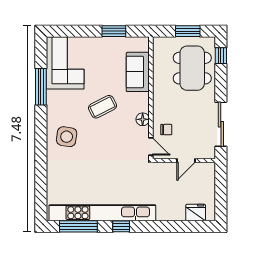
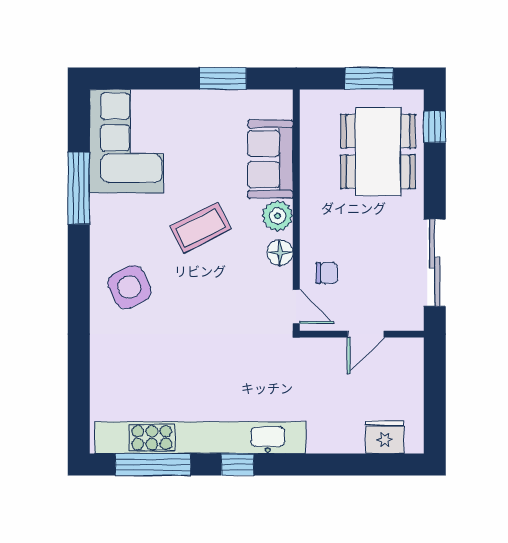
plant: (141, 101) -> (277, 216), added
side table: (67, 137) -> (129, 287), turned -35

